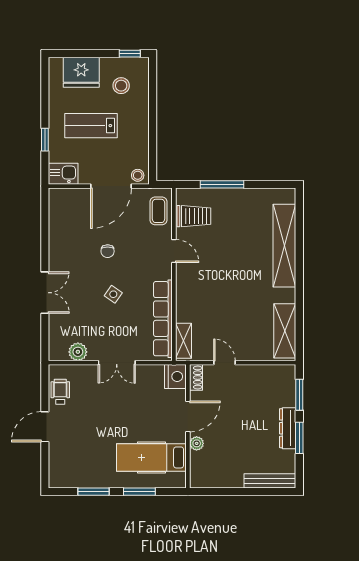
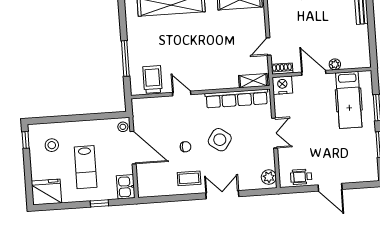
fridge: (81, 72) -> (46, 192), moved, turned -90
coffee table: (159, 211) -> (189, 178), moved
door: (174, 251) -> (182, 94), hinge flipped
side table: (113, 294) -> (220, 140), width x1.87, depth x1.87
plant: (78, 352) -> (269, 177), moved

